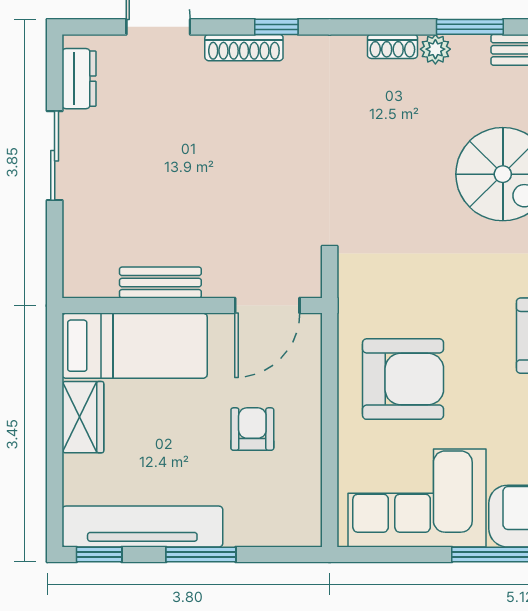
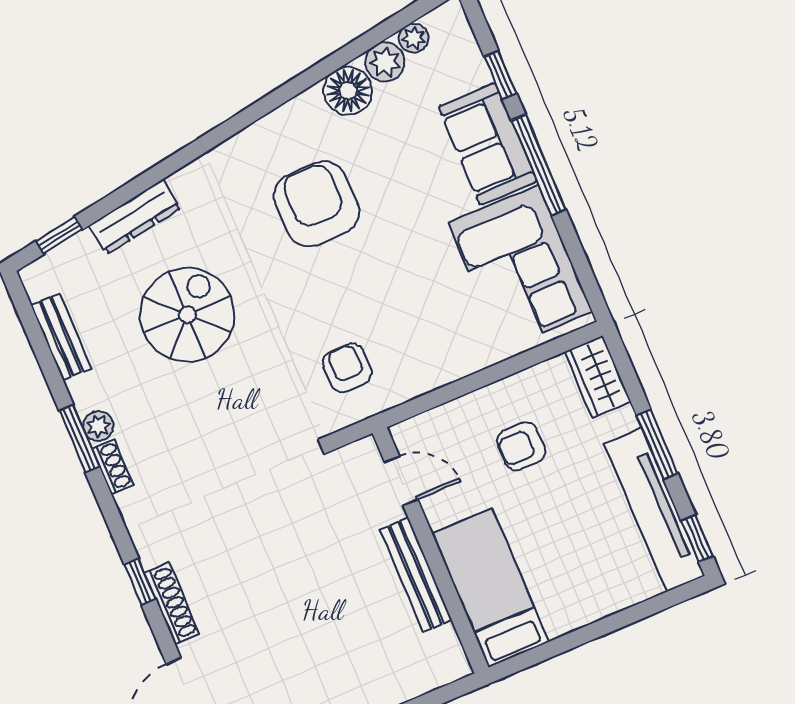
window: (470, 27) -> (79, 439), moved
bench: (160, 283) -> (416, 575), width x1.36
door: (267, 306) -> (401, 481), width x0.73
armchair: (403, 379) -> (347, 368), moved, width x0.53, depth x0.53
wardrobe: (83, 417) -> (598, 377), moved, turned -90

